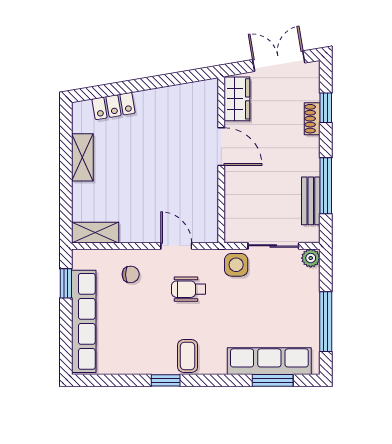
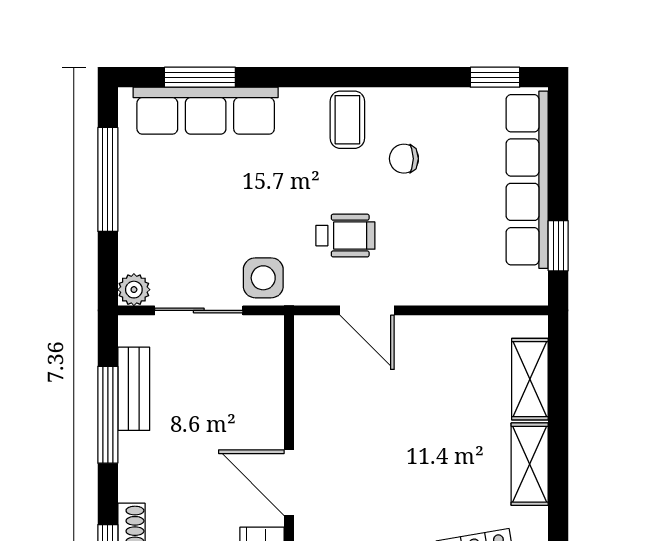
shelving: (95, 233) -> (530, 379), moved, turned 90
chair: (131, 274) -> (404, 159), moved
window: (166, 380) -> (495, 77), moved

